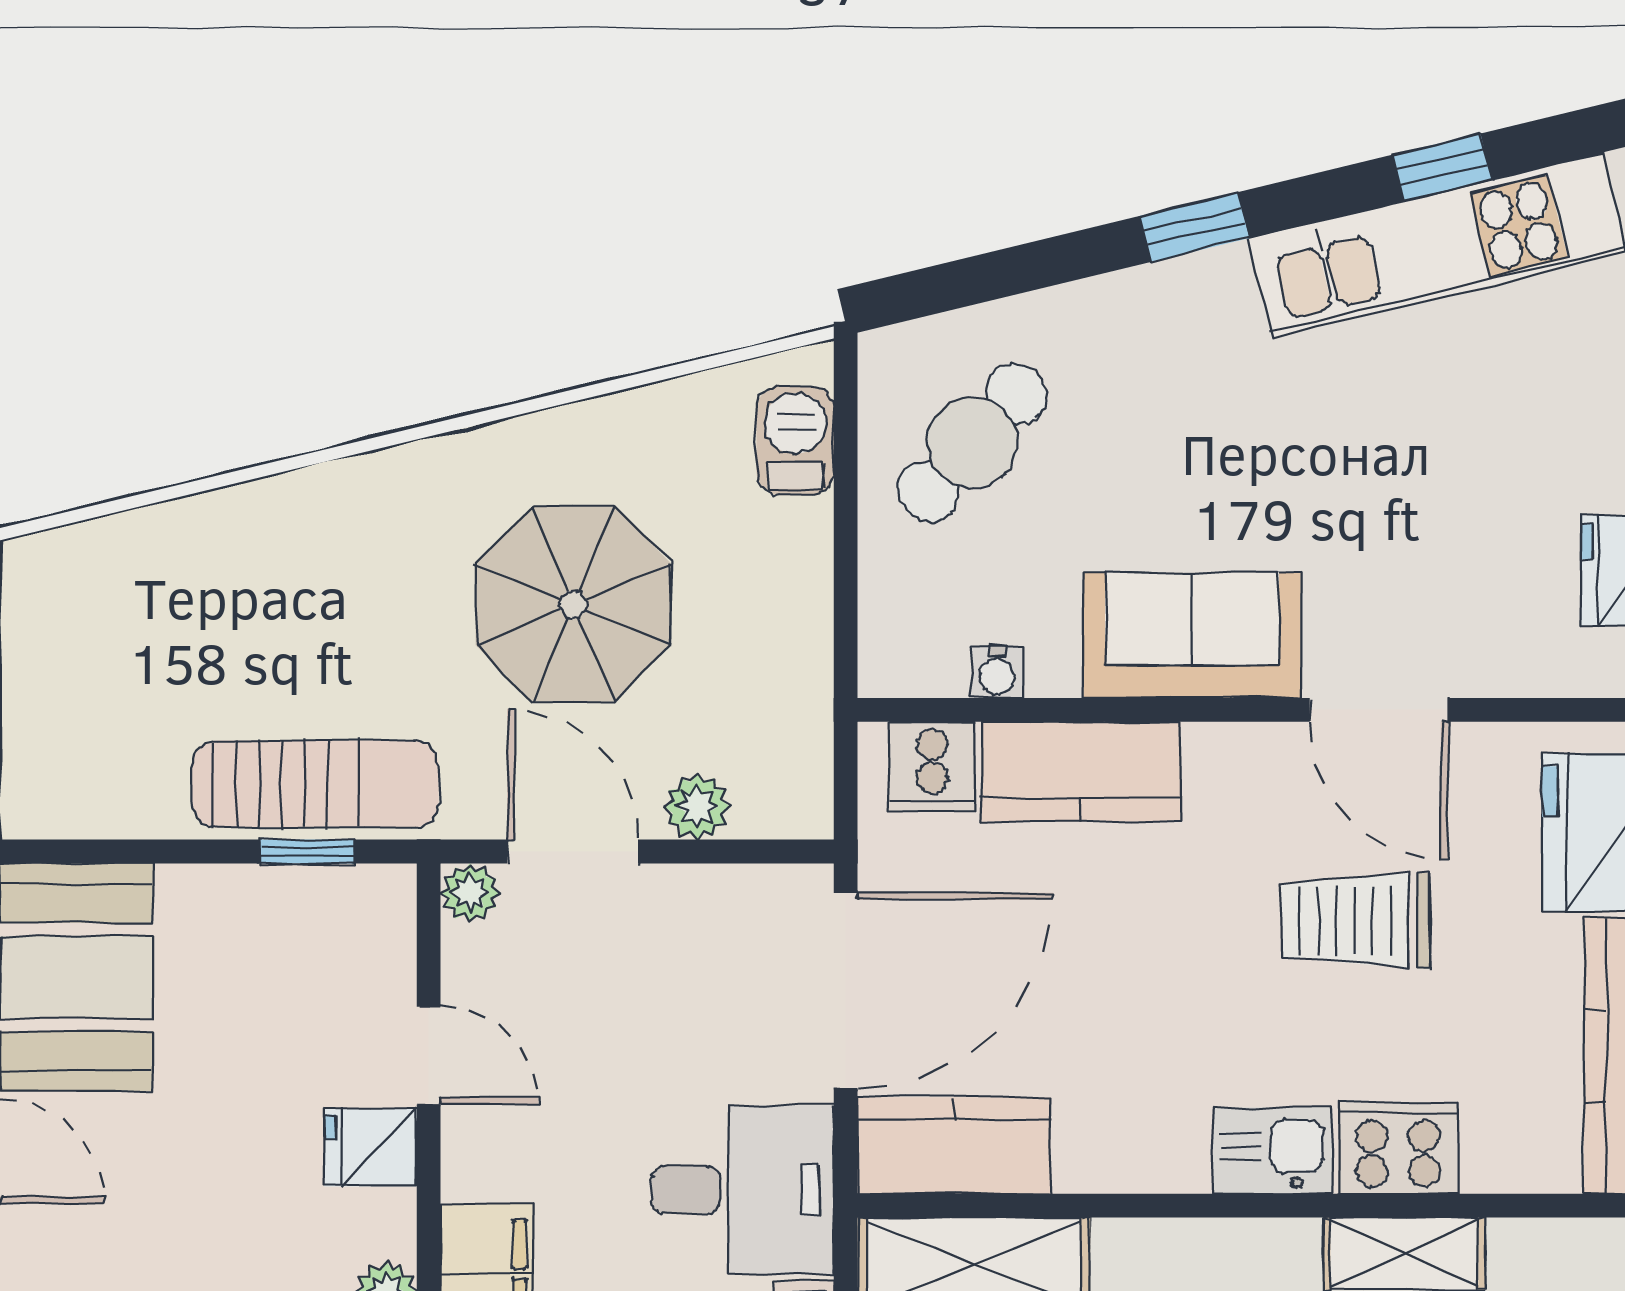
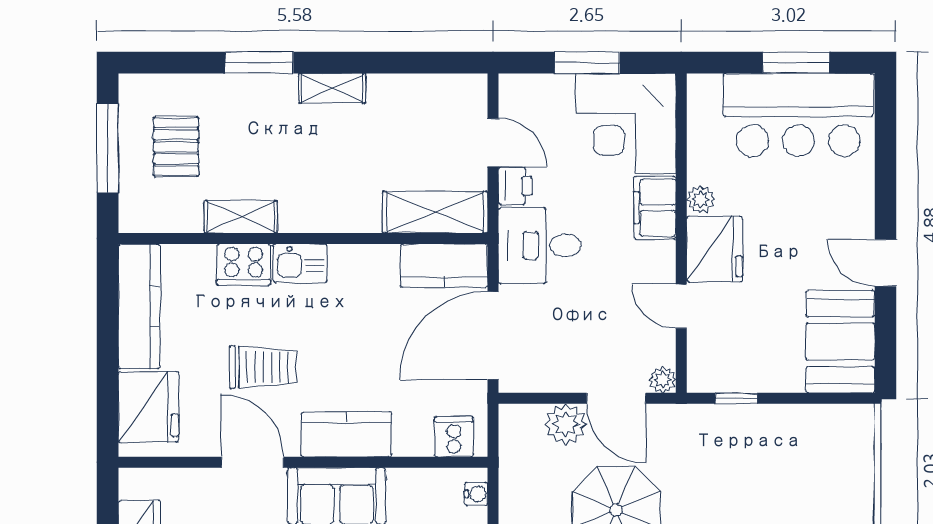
water cooler: (997, 672) -> (476, 494), moved, turned 90
kitchen counter: (1081, 772) -> (346, 434), moved
sun lounger: (315, 784) -> (733, 429), removed
plant: (697, 807) -> (566, 424), width x1.38, depth x1.38
fridge: (371, 1147) -> (715, 249), width x1.88, depth x1.34

